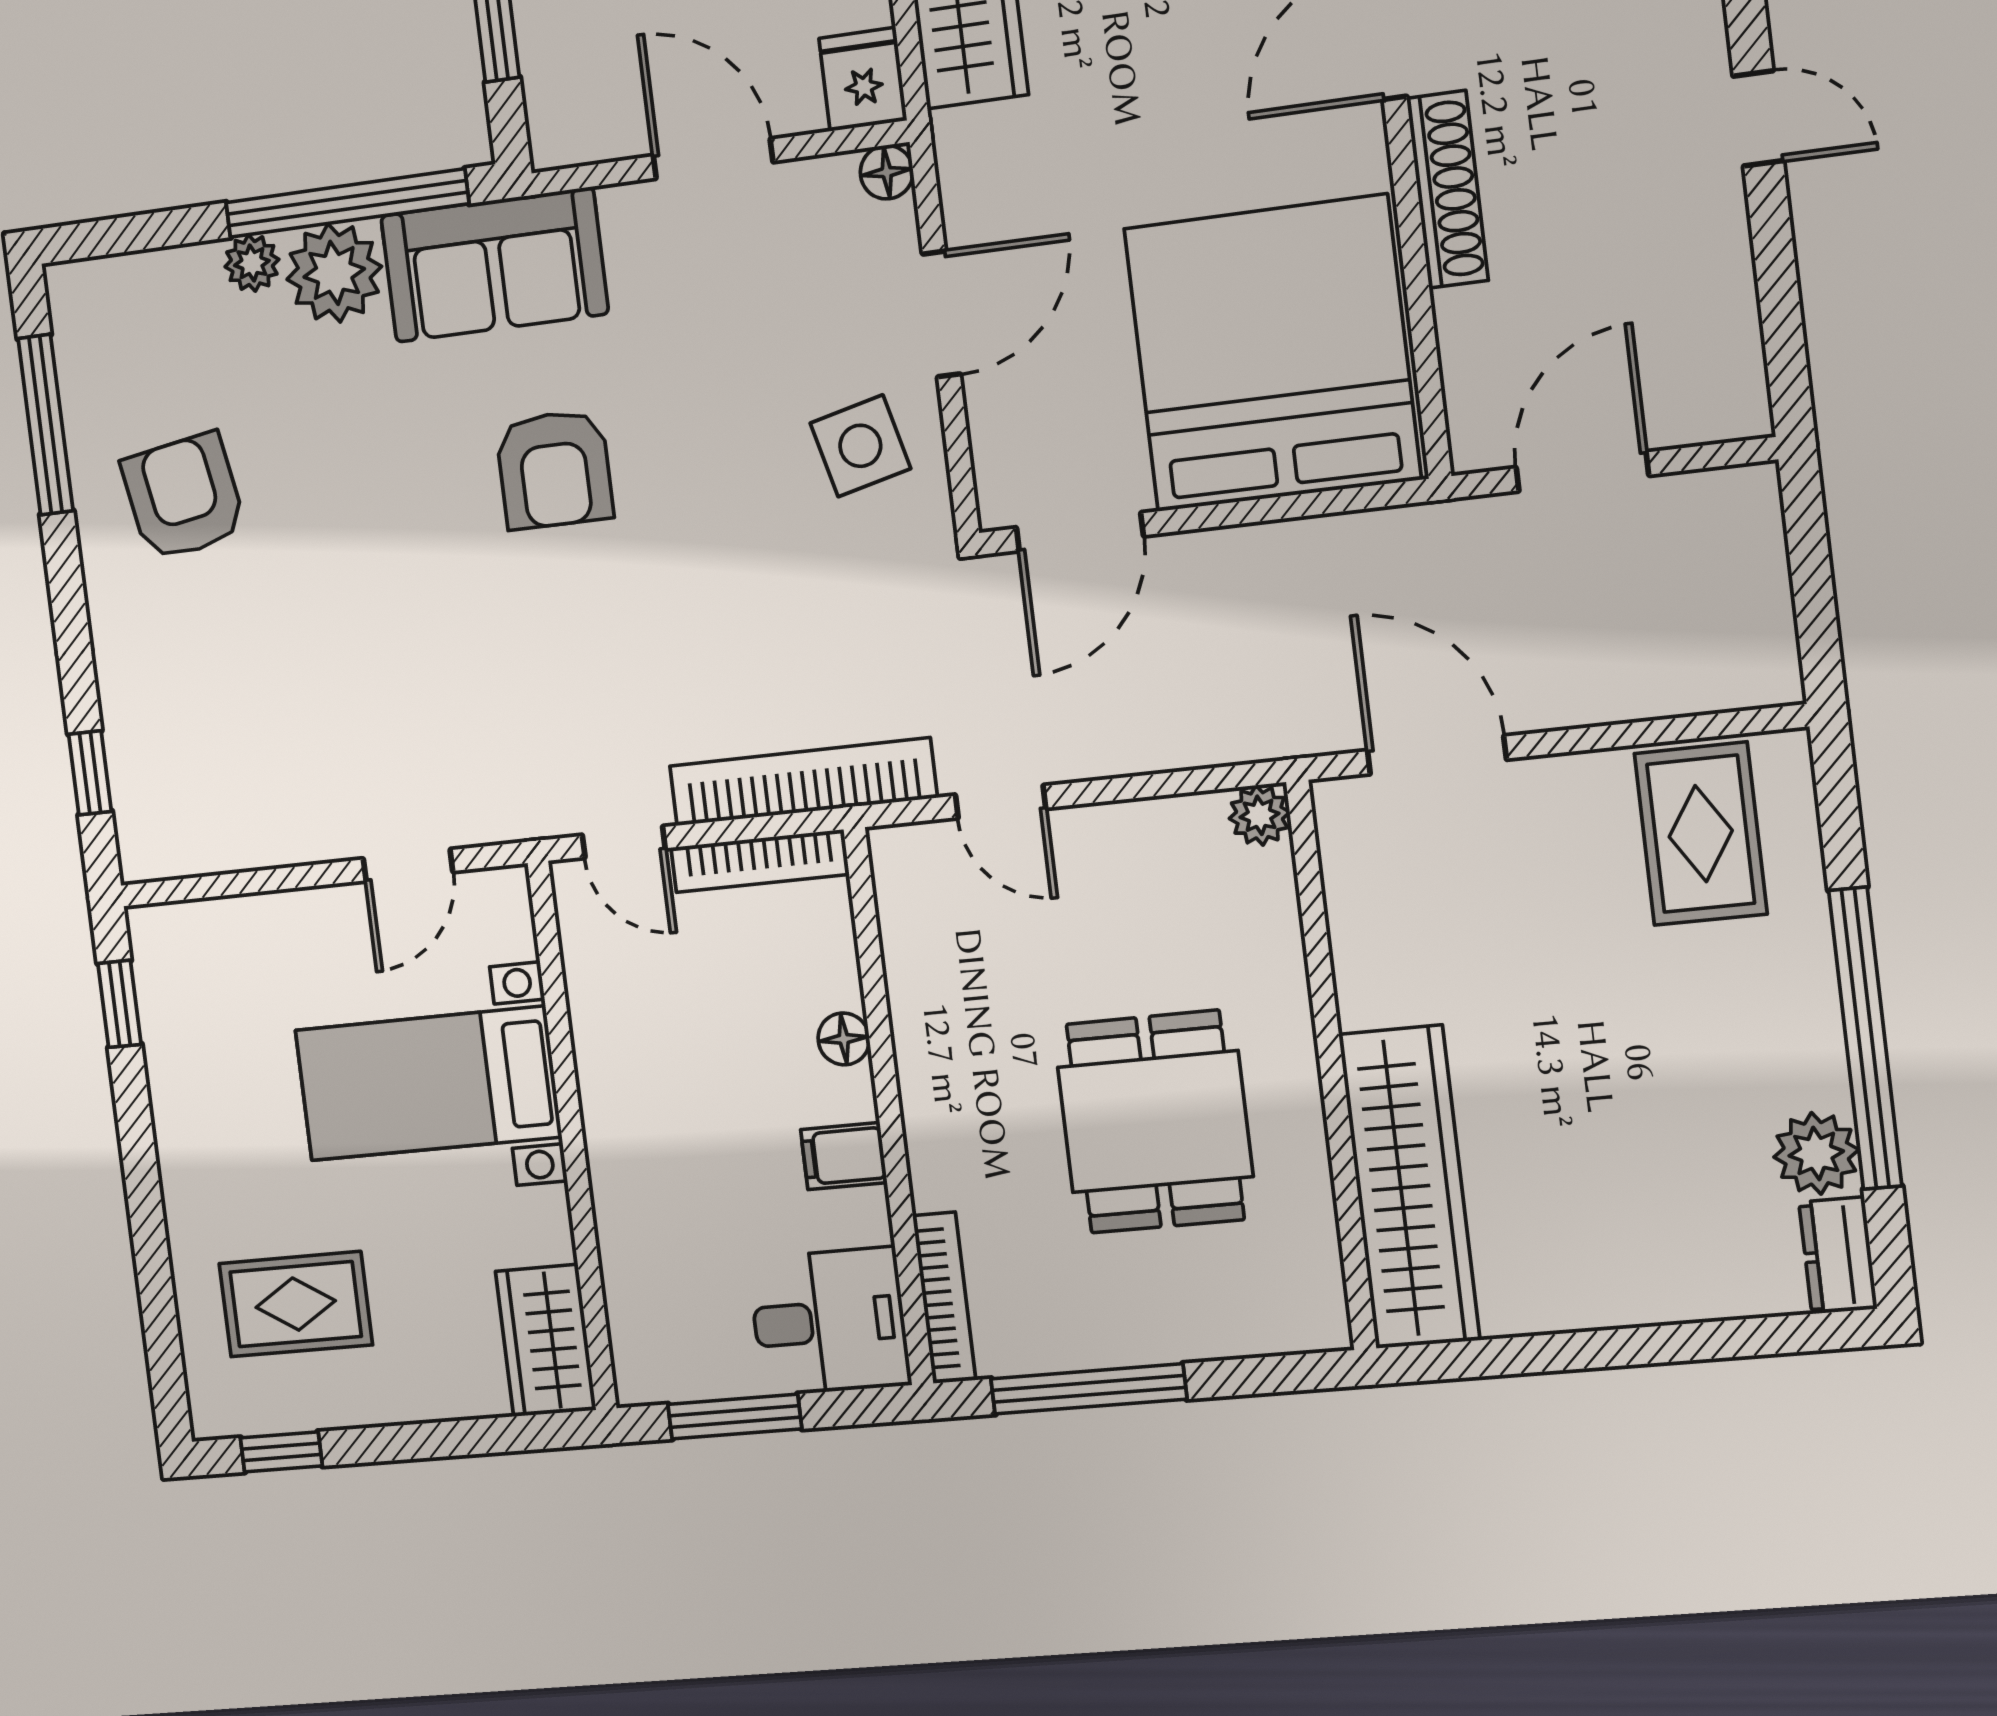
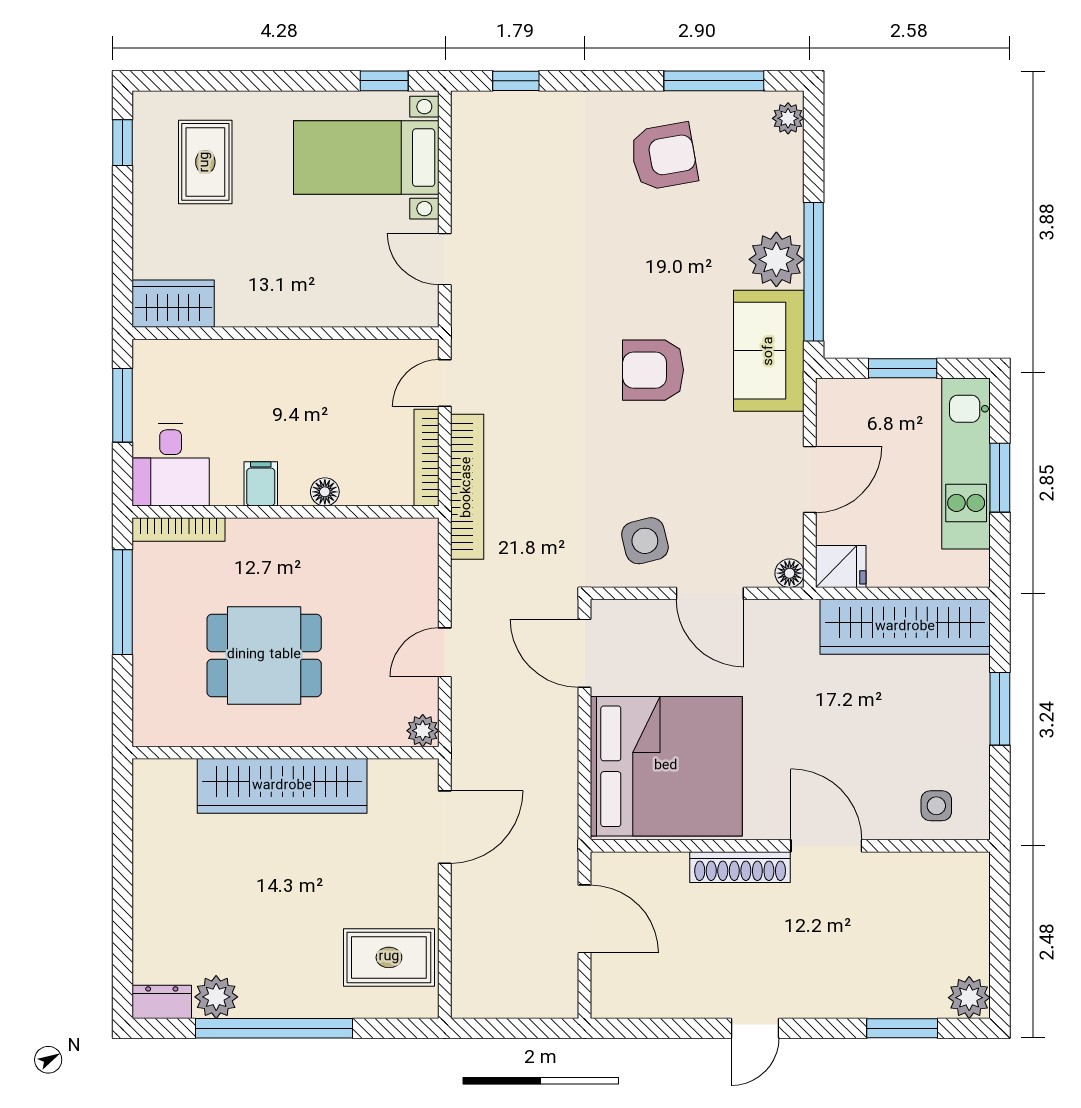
plant: (252, 263) -> (788, 118), moved
door: (1001, 802) -> (445, 652), moved
bed with nightstands: (428, 1083) -> (366, 158), moved, turned -90
wardrobe: (1409, 1187) -> (282, 786), moved

